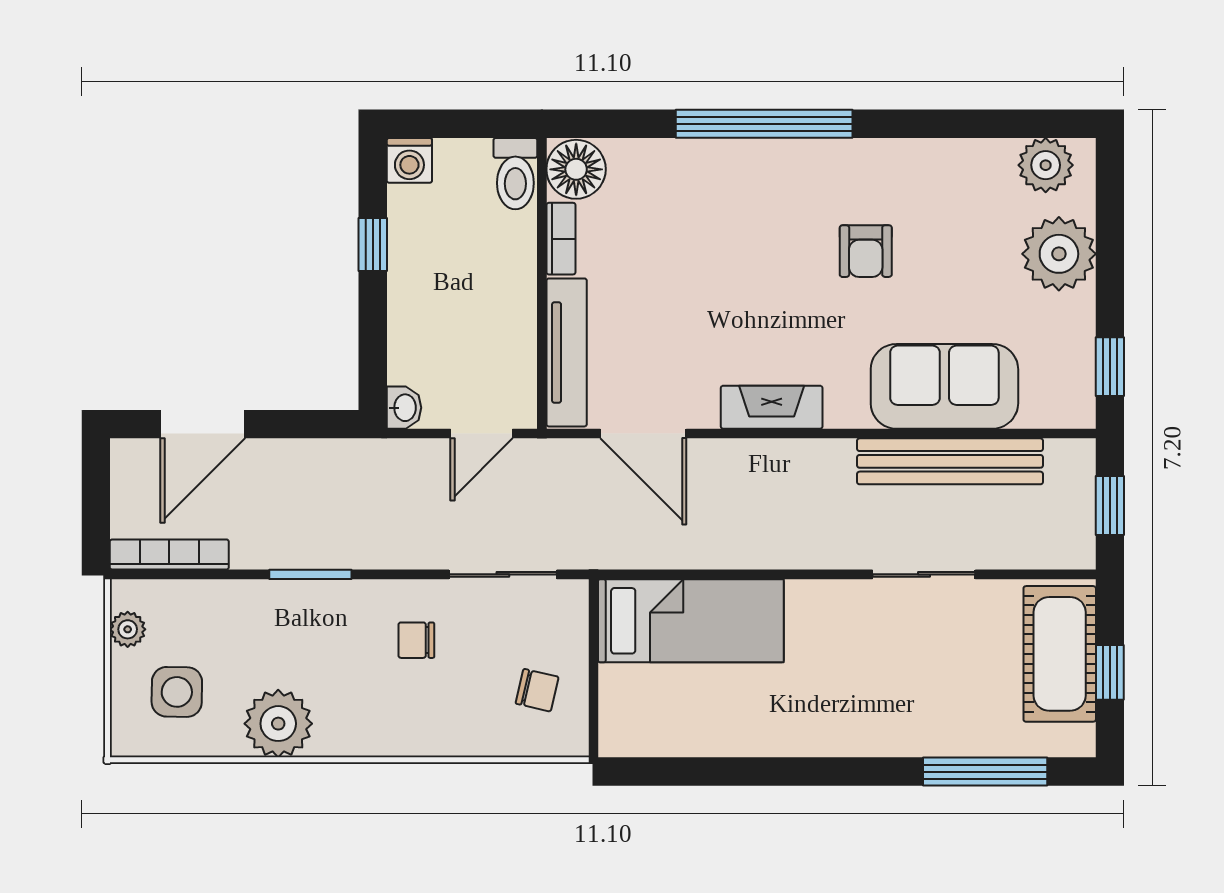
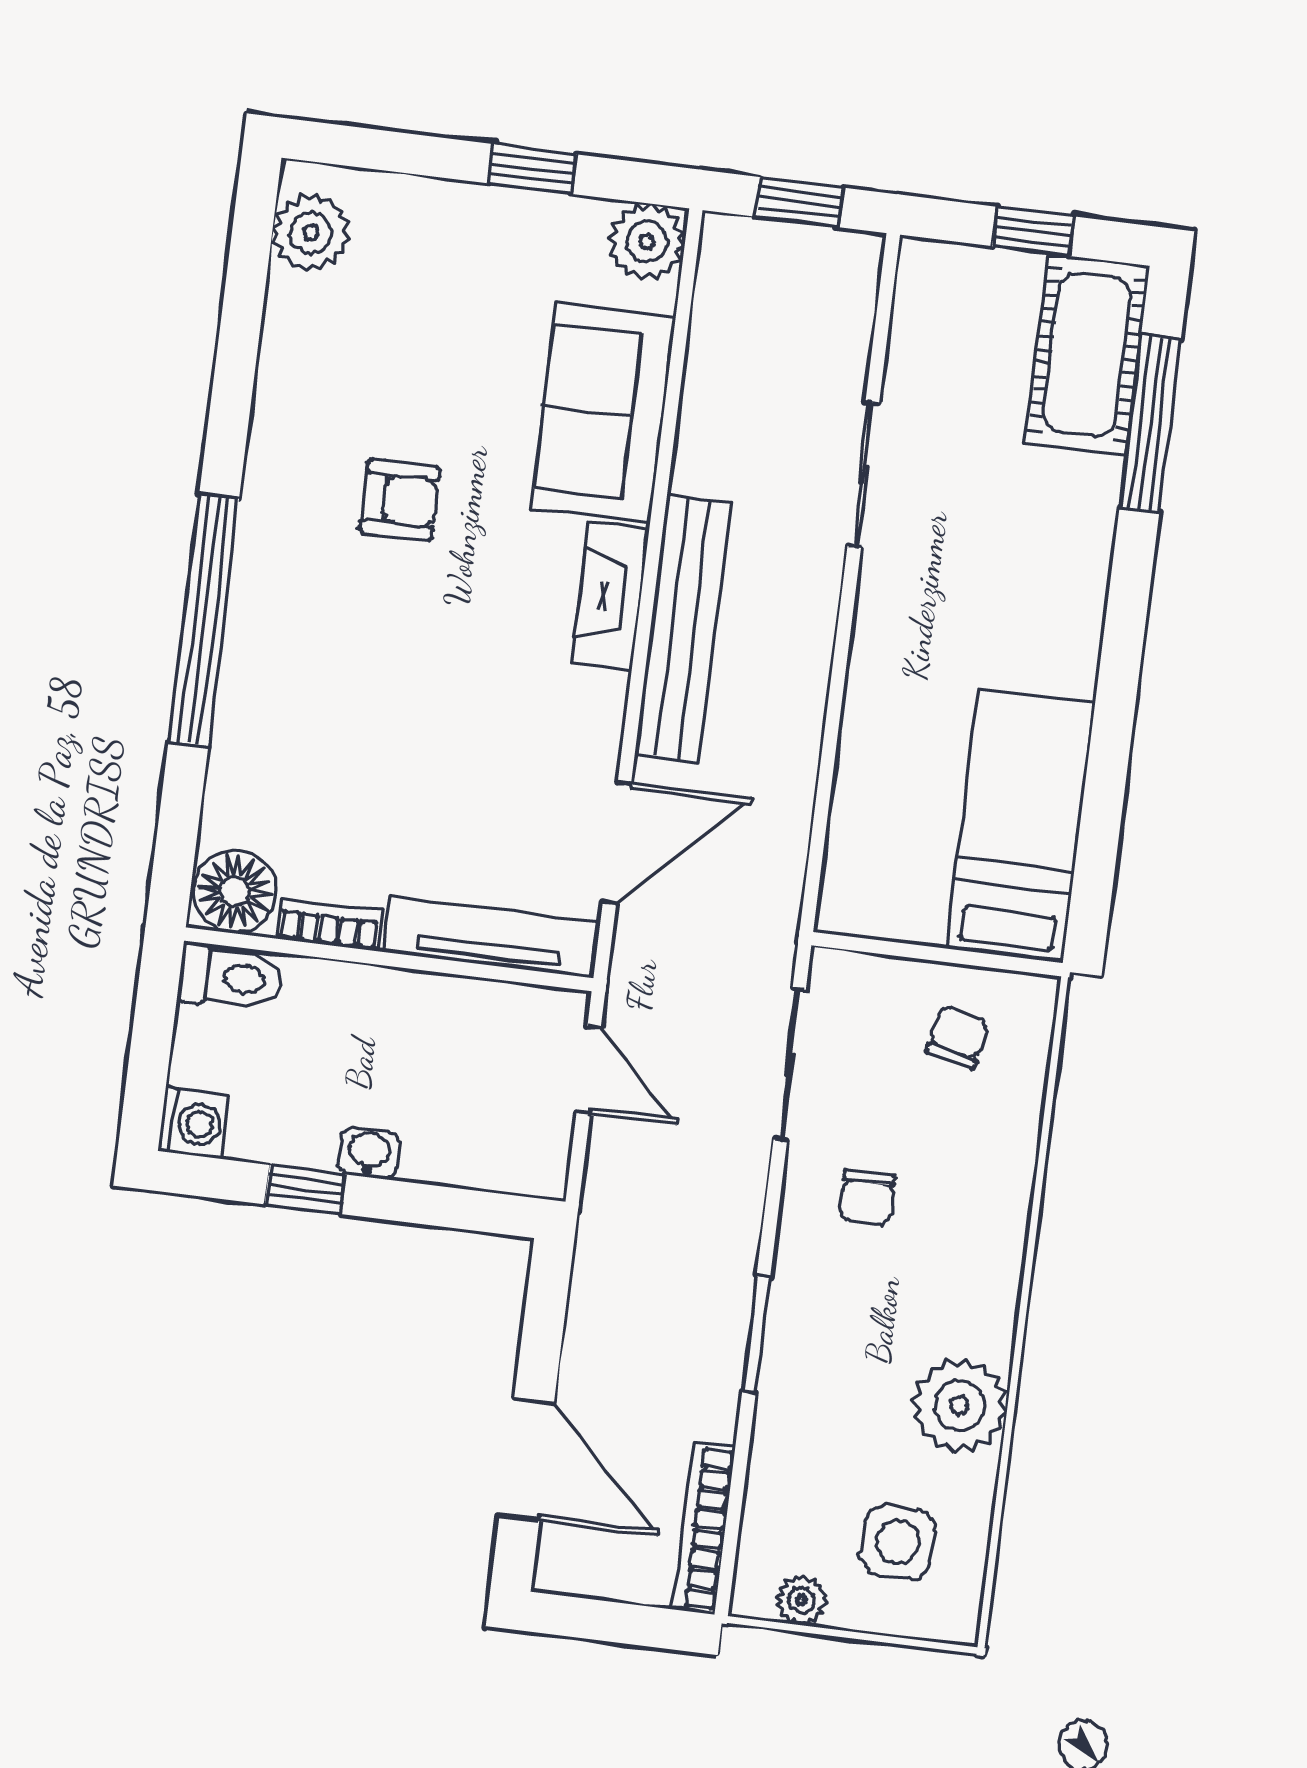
plant: (1059, 254) -> (647, 242), moved, width x0.73, depth x0.73
window: (1110, 367) -> (532, 169), moved
fireplace: (772, 407) -> (610, 596), moved
washbasin: (404, 408) -> (369, 1153), moved
bench: (950, 461) -> (683, 628), moved
bed: (691, 621) -> (1021, 826), moved
cot: (1060, 654) -> (1087, 355), moved, turned 90

